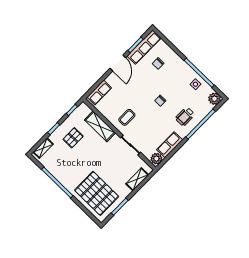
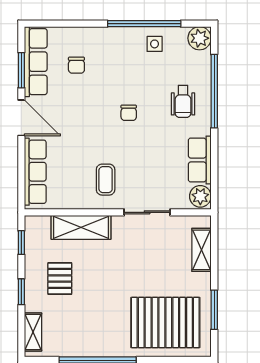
row of seats: (99, 93) -> (35, 172), width x1.48

